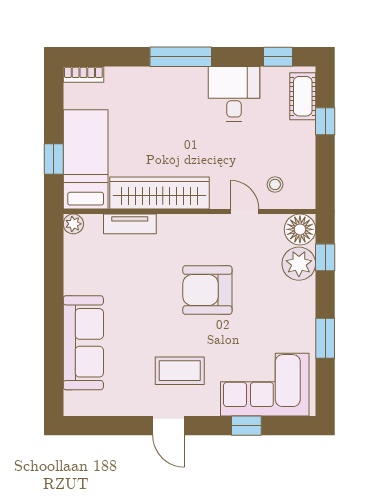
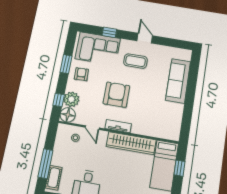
window: (325, 121) -> (45, 164), width x2.17
plant: (73, 224) -> (175, 136), removed
tv unit: (130, 224) -> (118, 126), moved
armchair: (207, 290) -> (116, 95), turned -90
armchair: (289, 322) -> (81, 74), added

